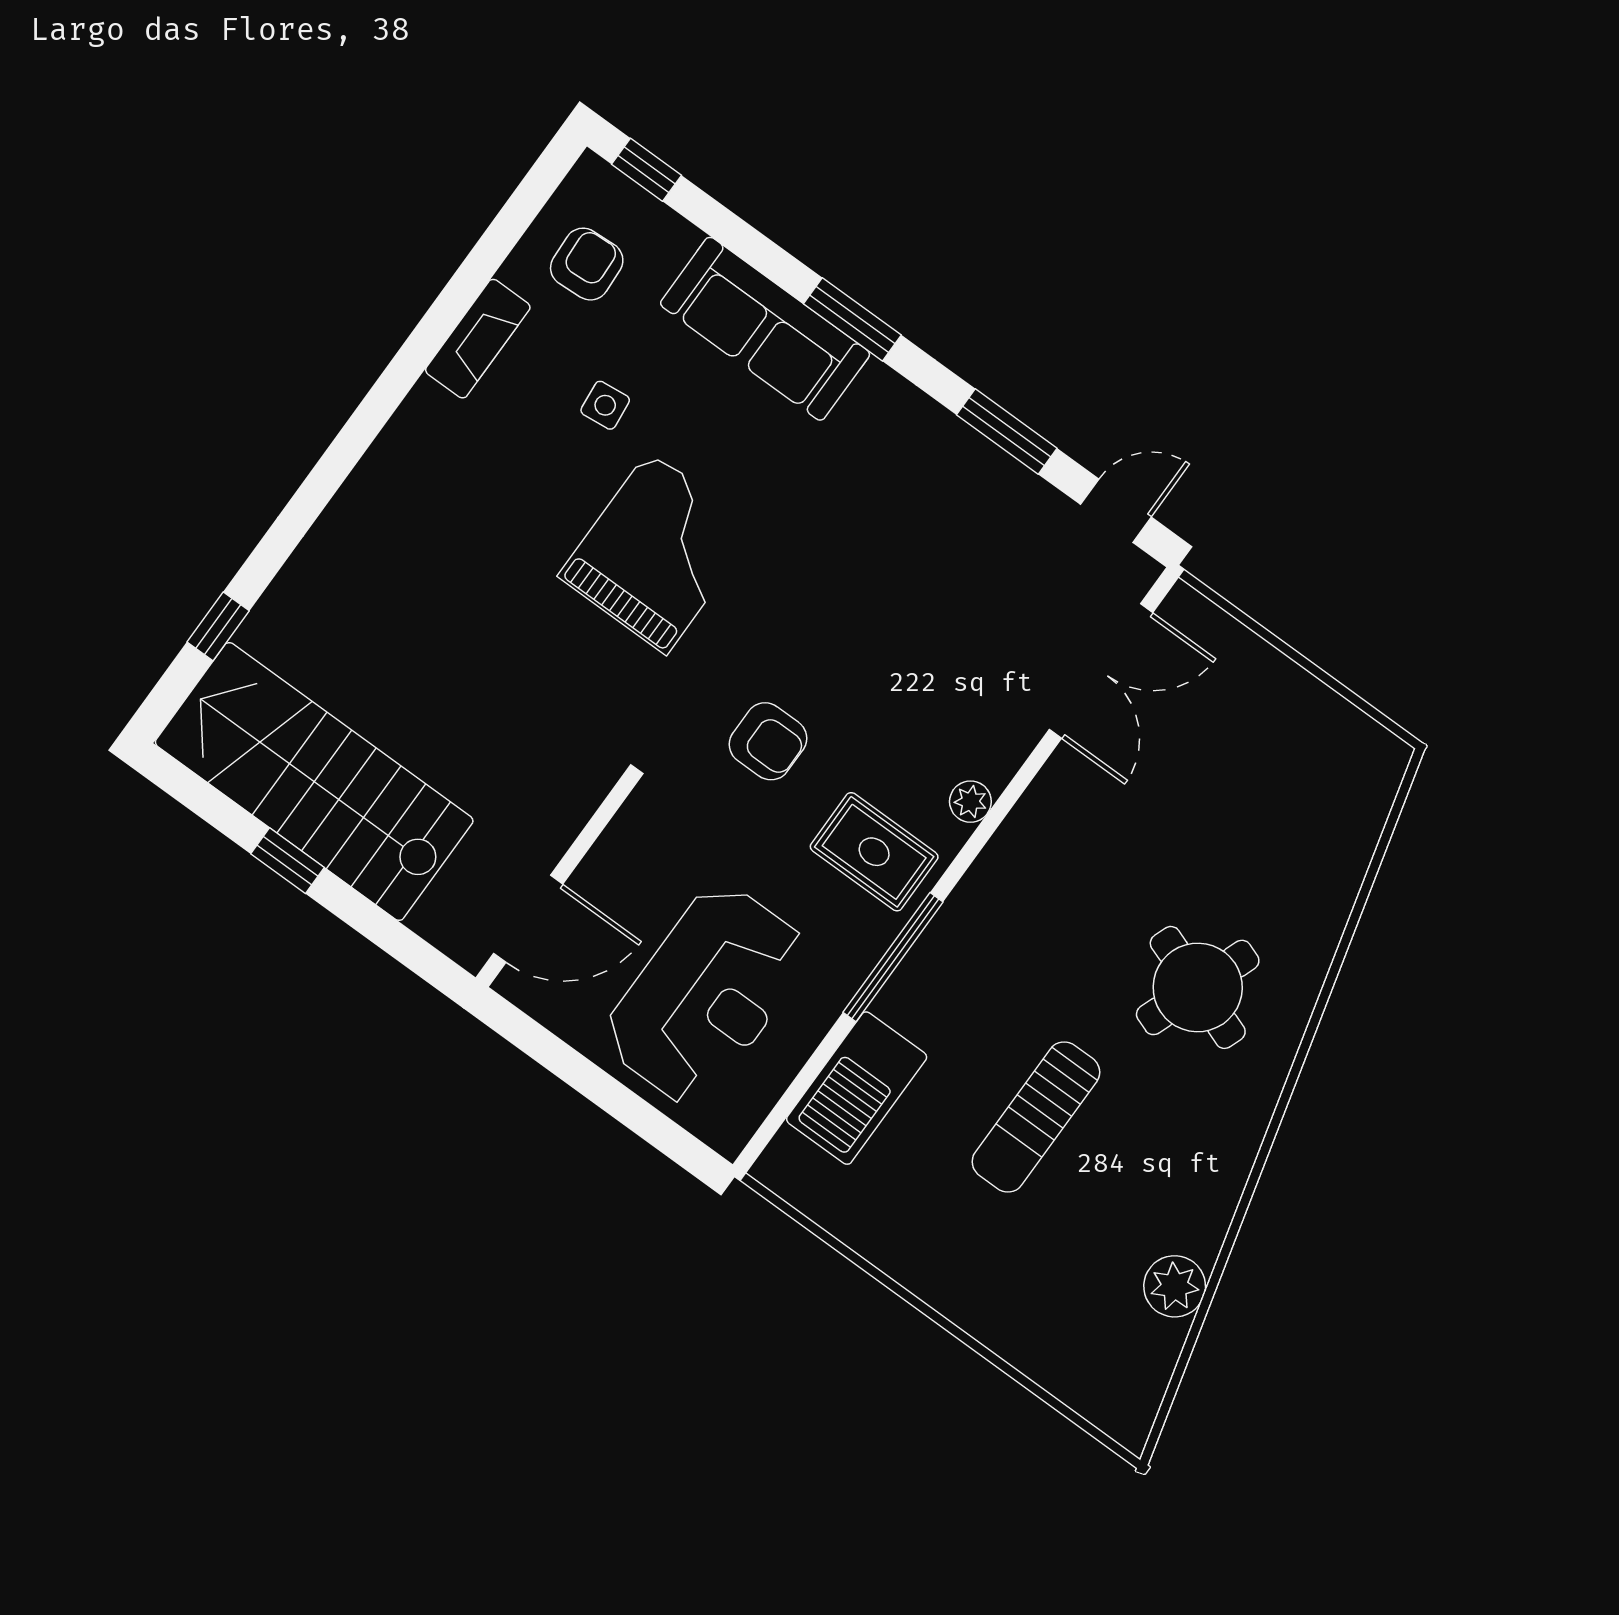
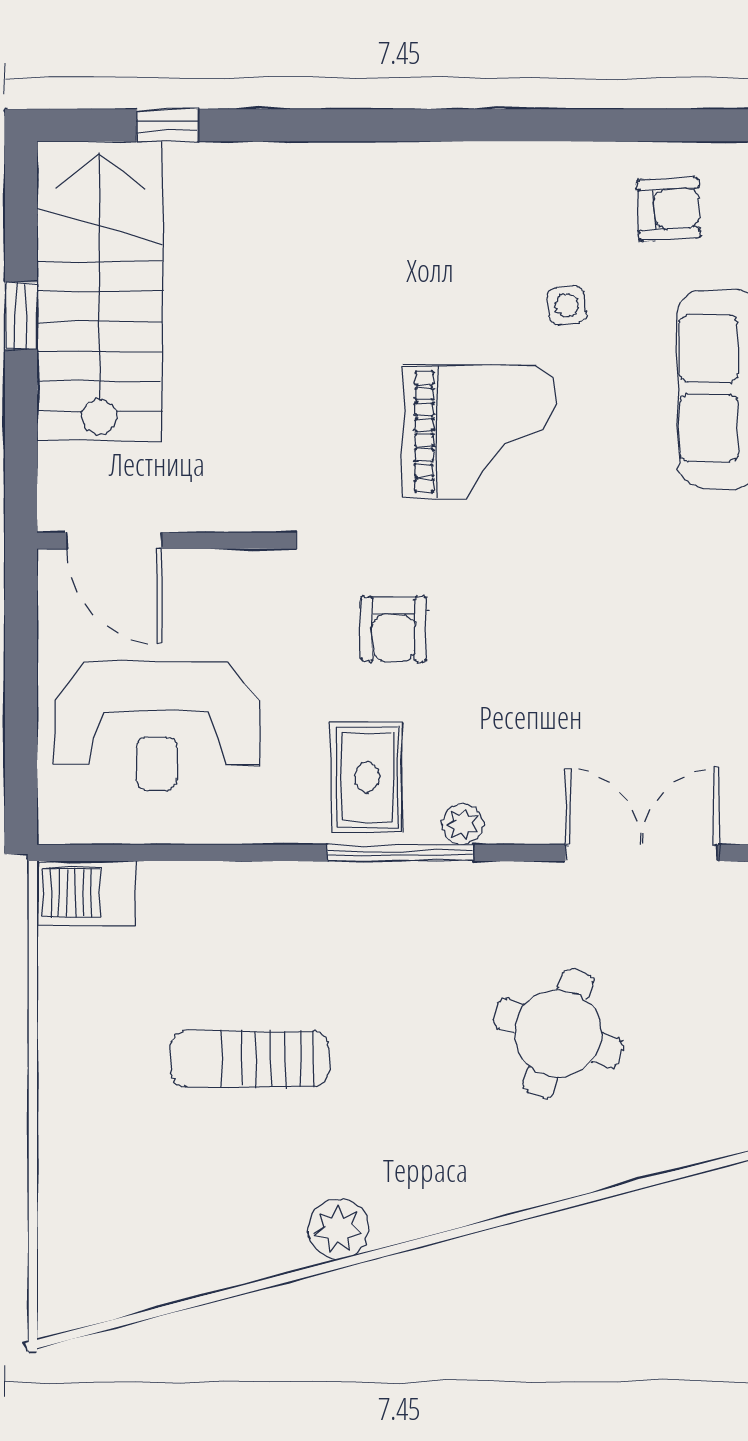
fireplace: (478, 339) -> (546, 166), removed
double door: (1101, 671) -> (642, 853), swing flipped
window: (893, 957) -> (400, 853), moved
round table: (1198, 987) -> (558, 1033), moved
barbecue: (857, 1088) -> (86, 893), moved, width x0.73, depth x0.83
plant: (1175, 1286) -> (338, 1229), moved

